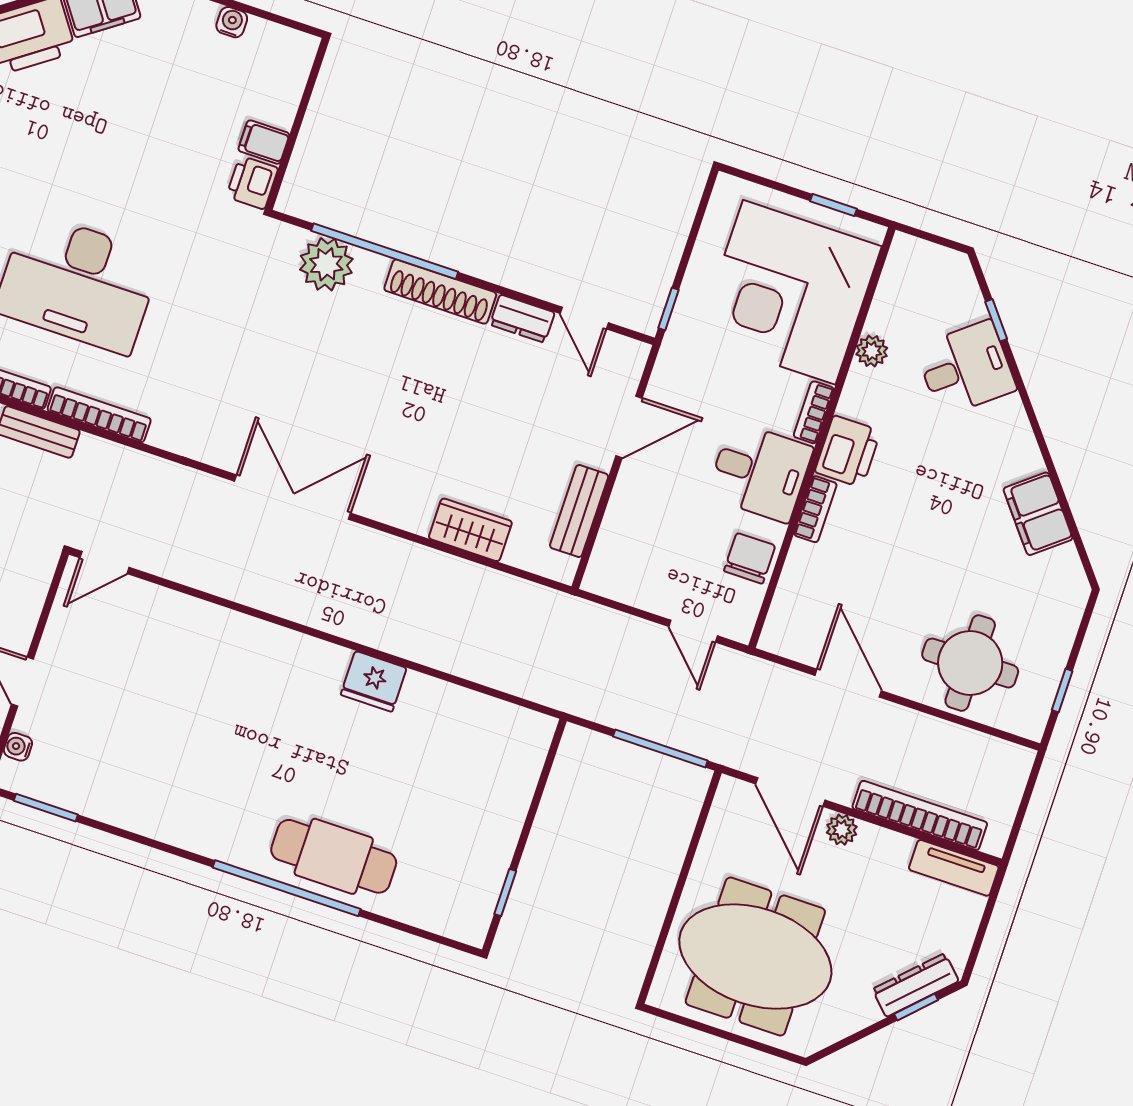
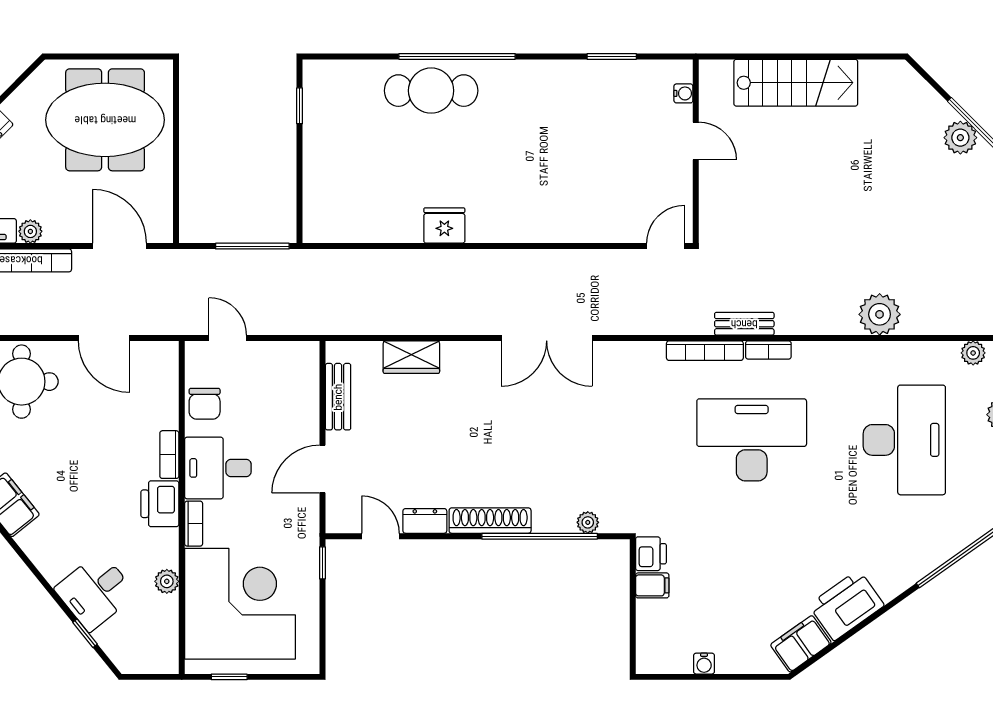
plant: (326, 264) -> (588, 522), width x0.53, depth x0.53
window: (660, 749) -> (252, 246), moved
window: (46, 808) -> (612, 56), moved
plant: (842, 830) -> (30, 231), moved

